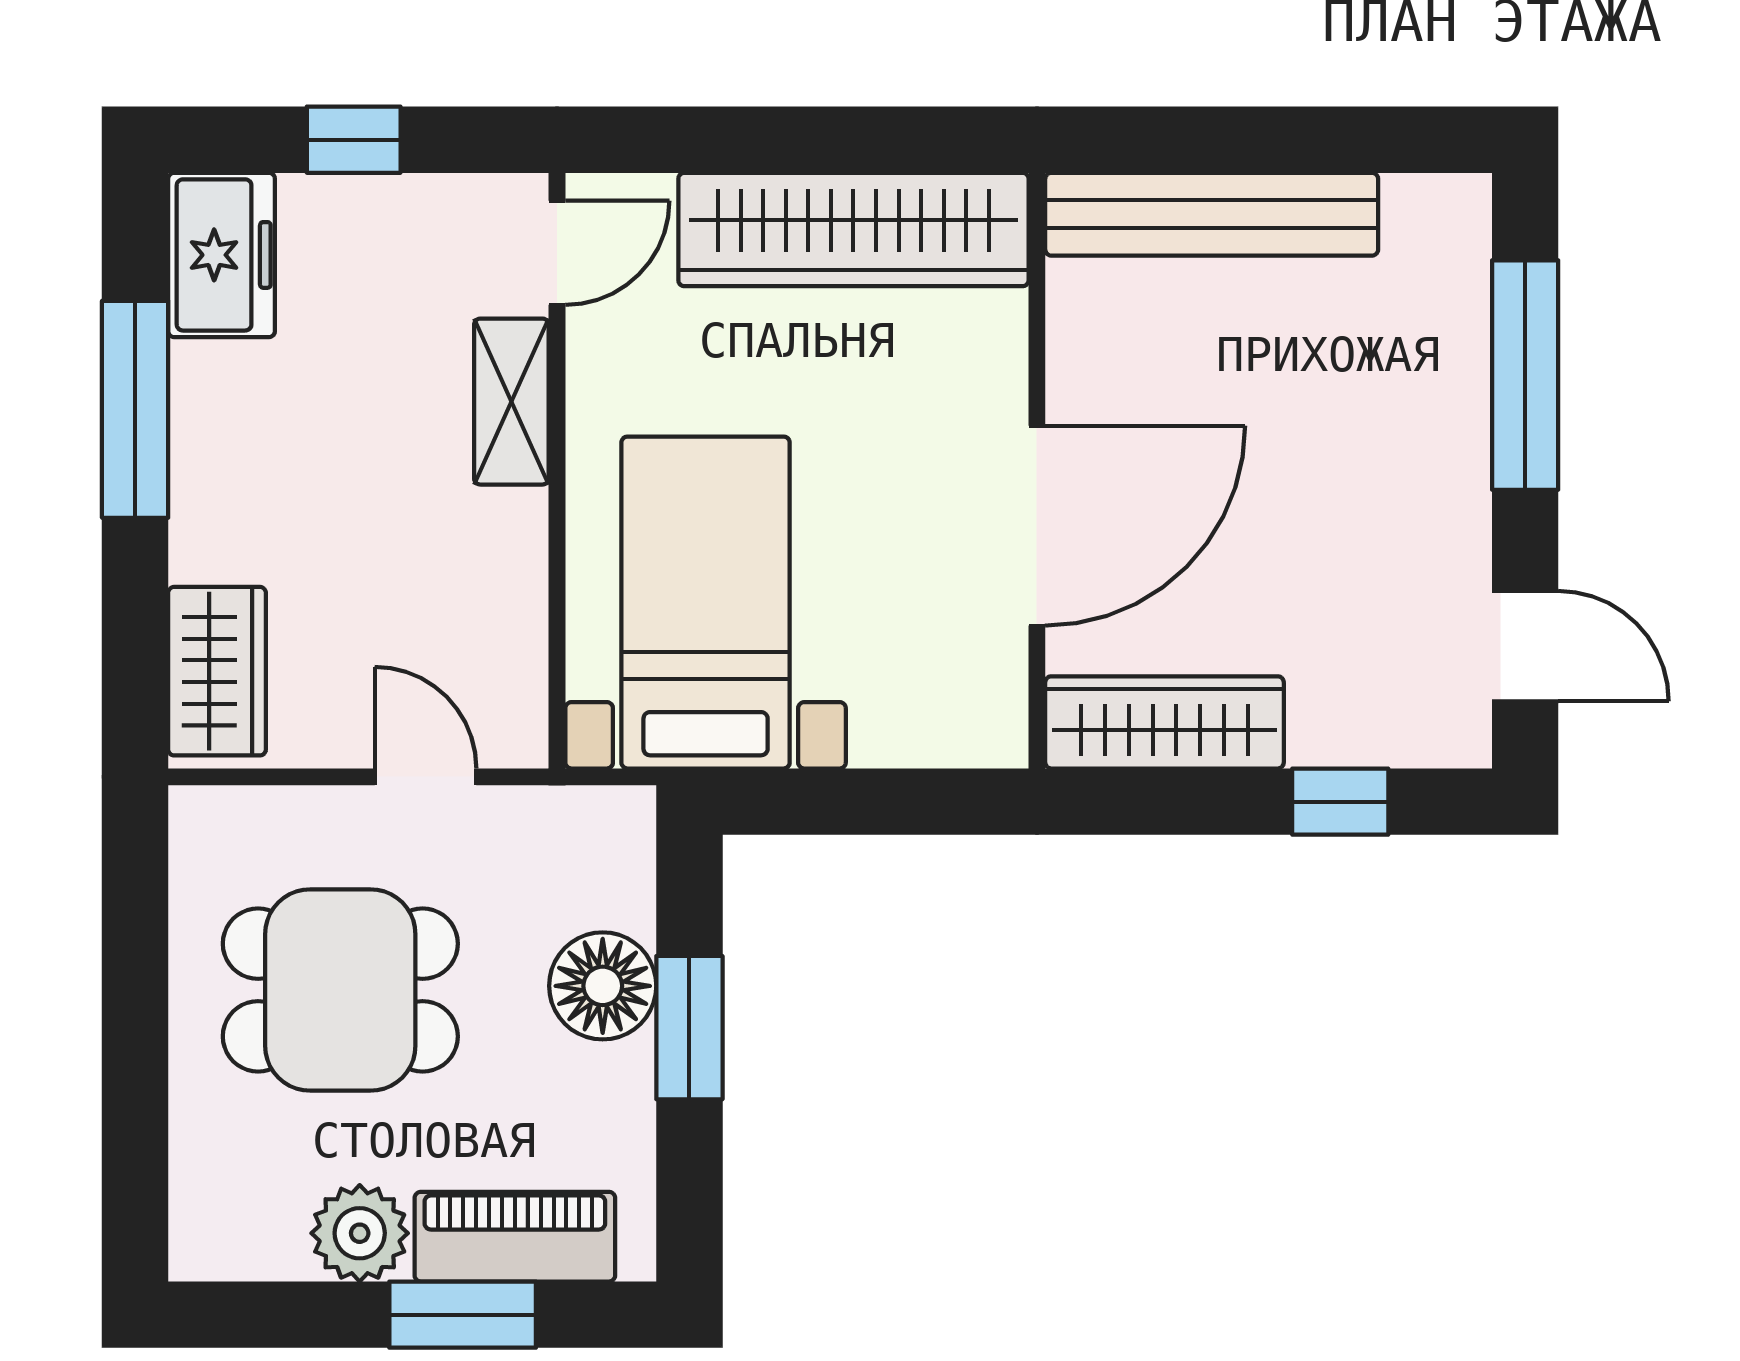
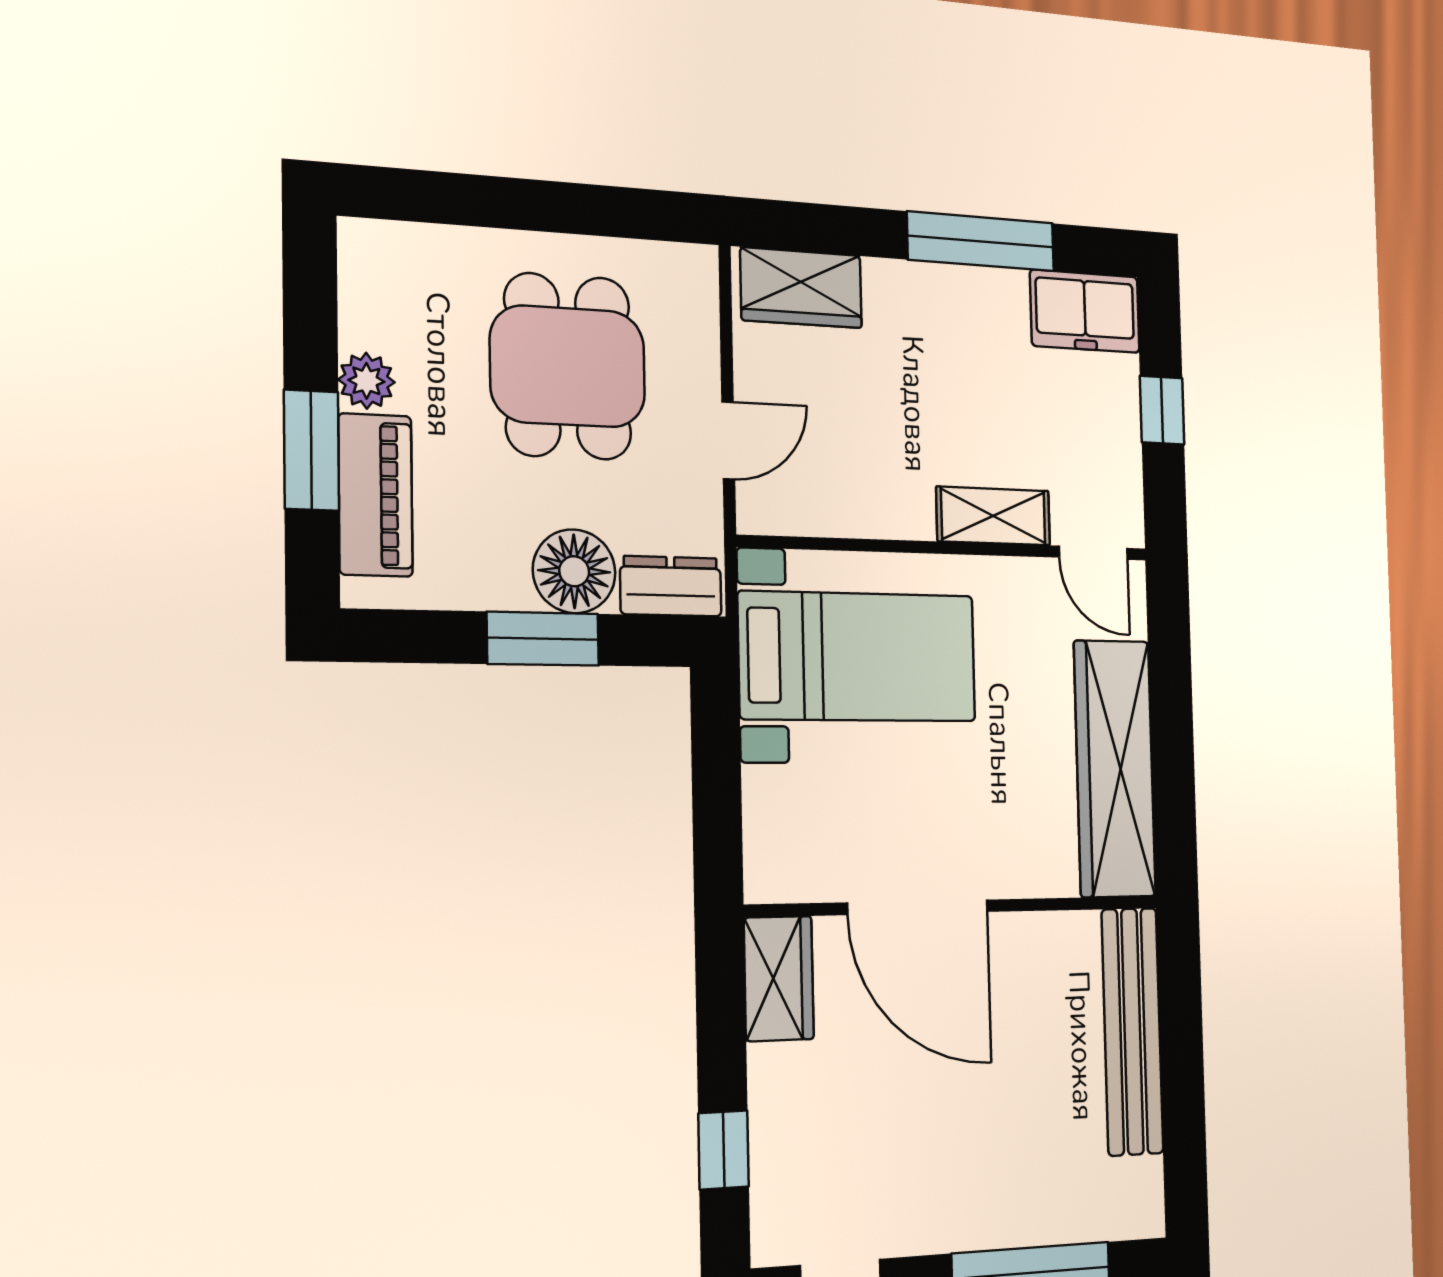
wardrobe: (1165, 722) -> (779, 978), width x0.67
dresser: (618, 858) -> (671, 586), added
plant: (360, 1233) -> (366, 381), width x0.73, depth x0.73

